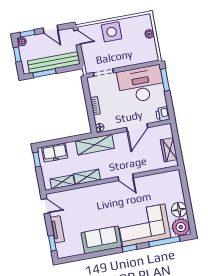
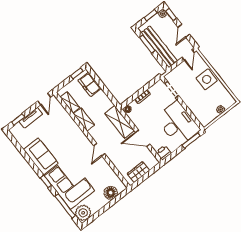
shelving: (95, 145) -> (120, 122), moved
floor lamp: (179, 210) -> (111, 193), moved

